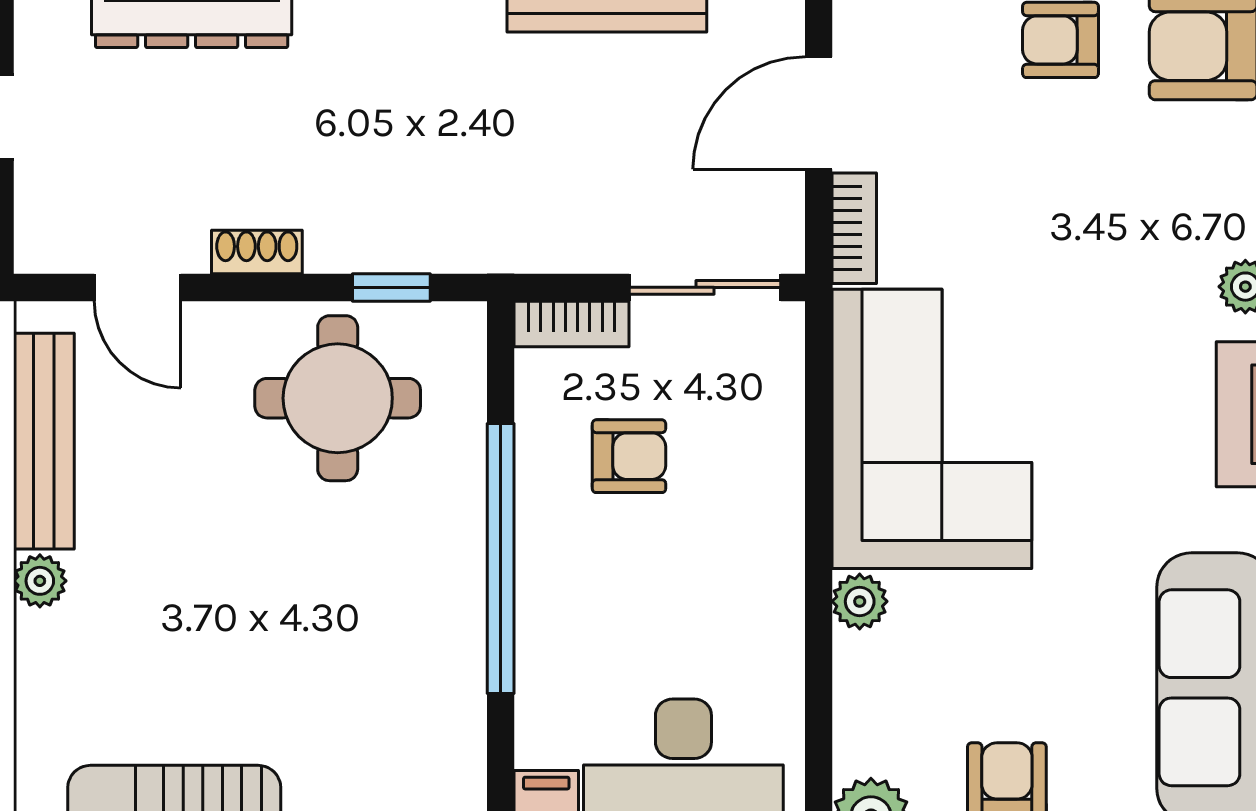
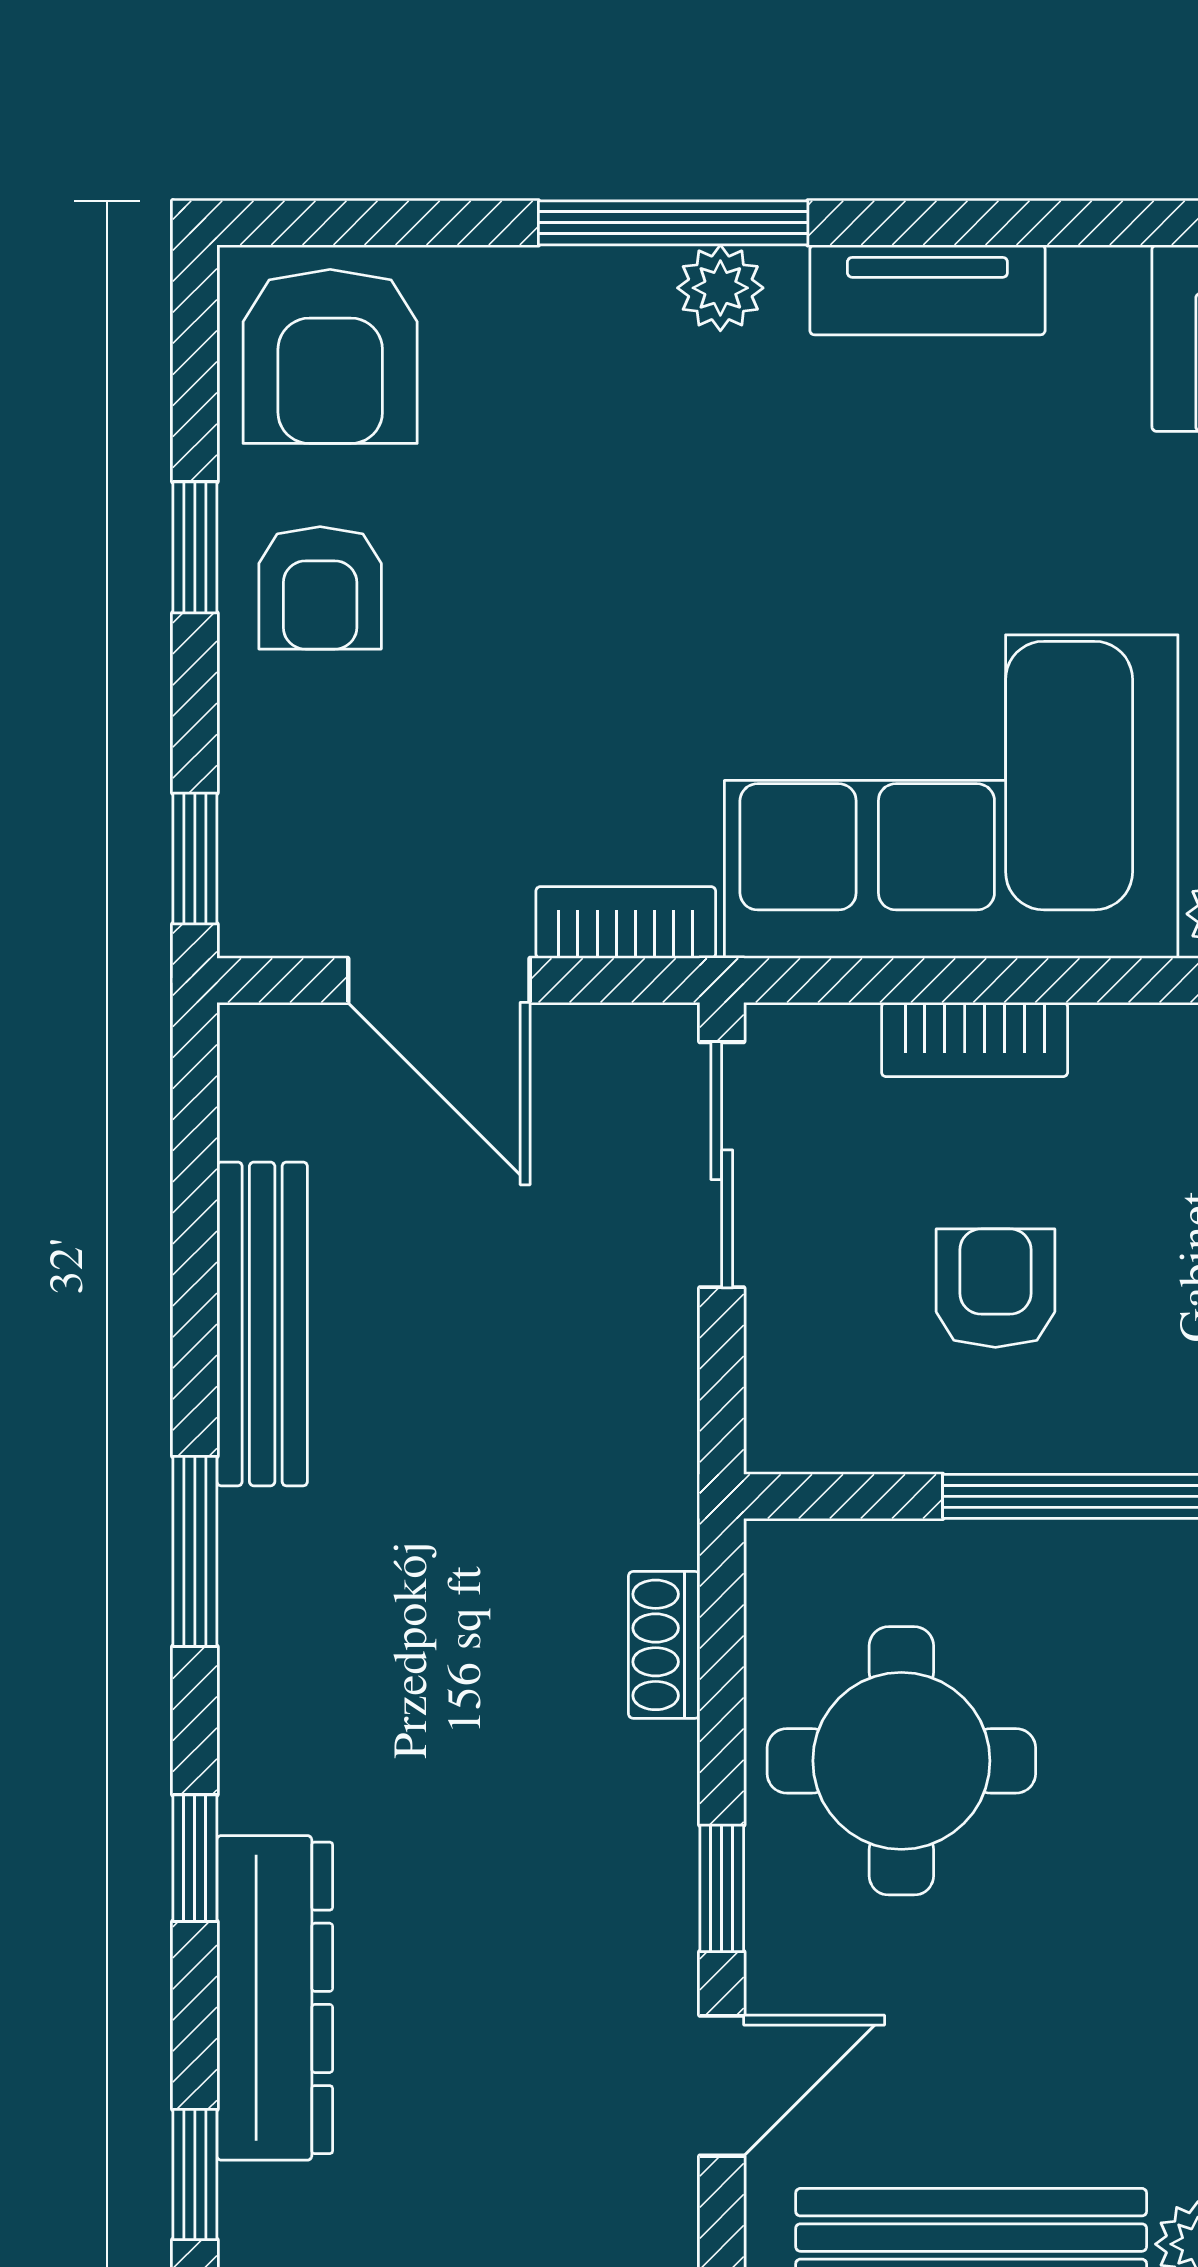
shoe rack: (257, 252) -> (664, 1645), moved
window: (391, 287) -> (722, 1888), moved
bookcase: (572, 324) -> (975, 1040), moved, turned 90

